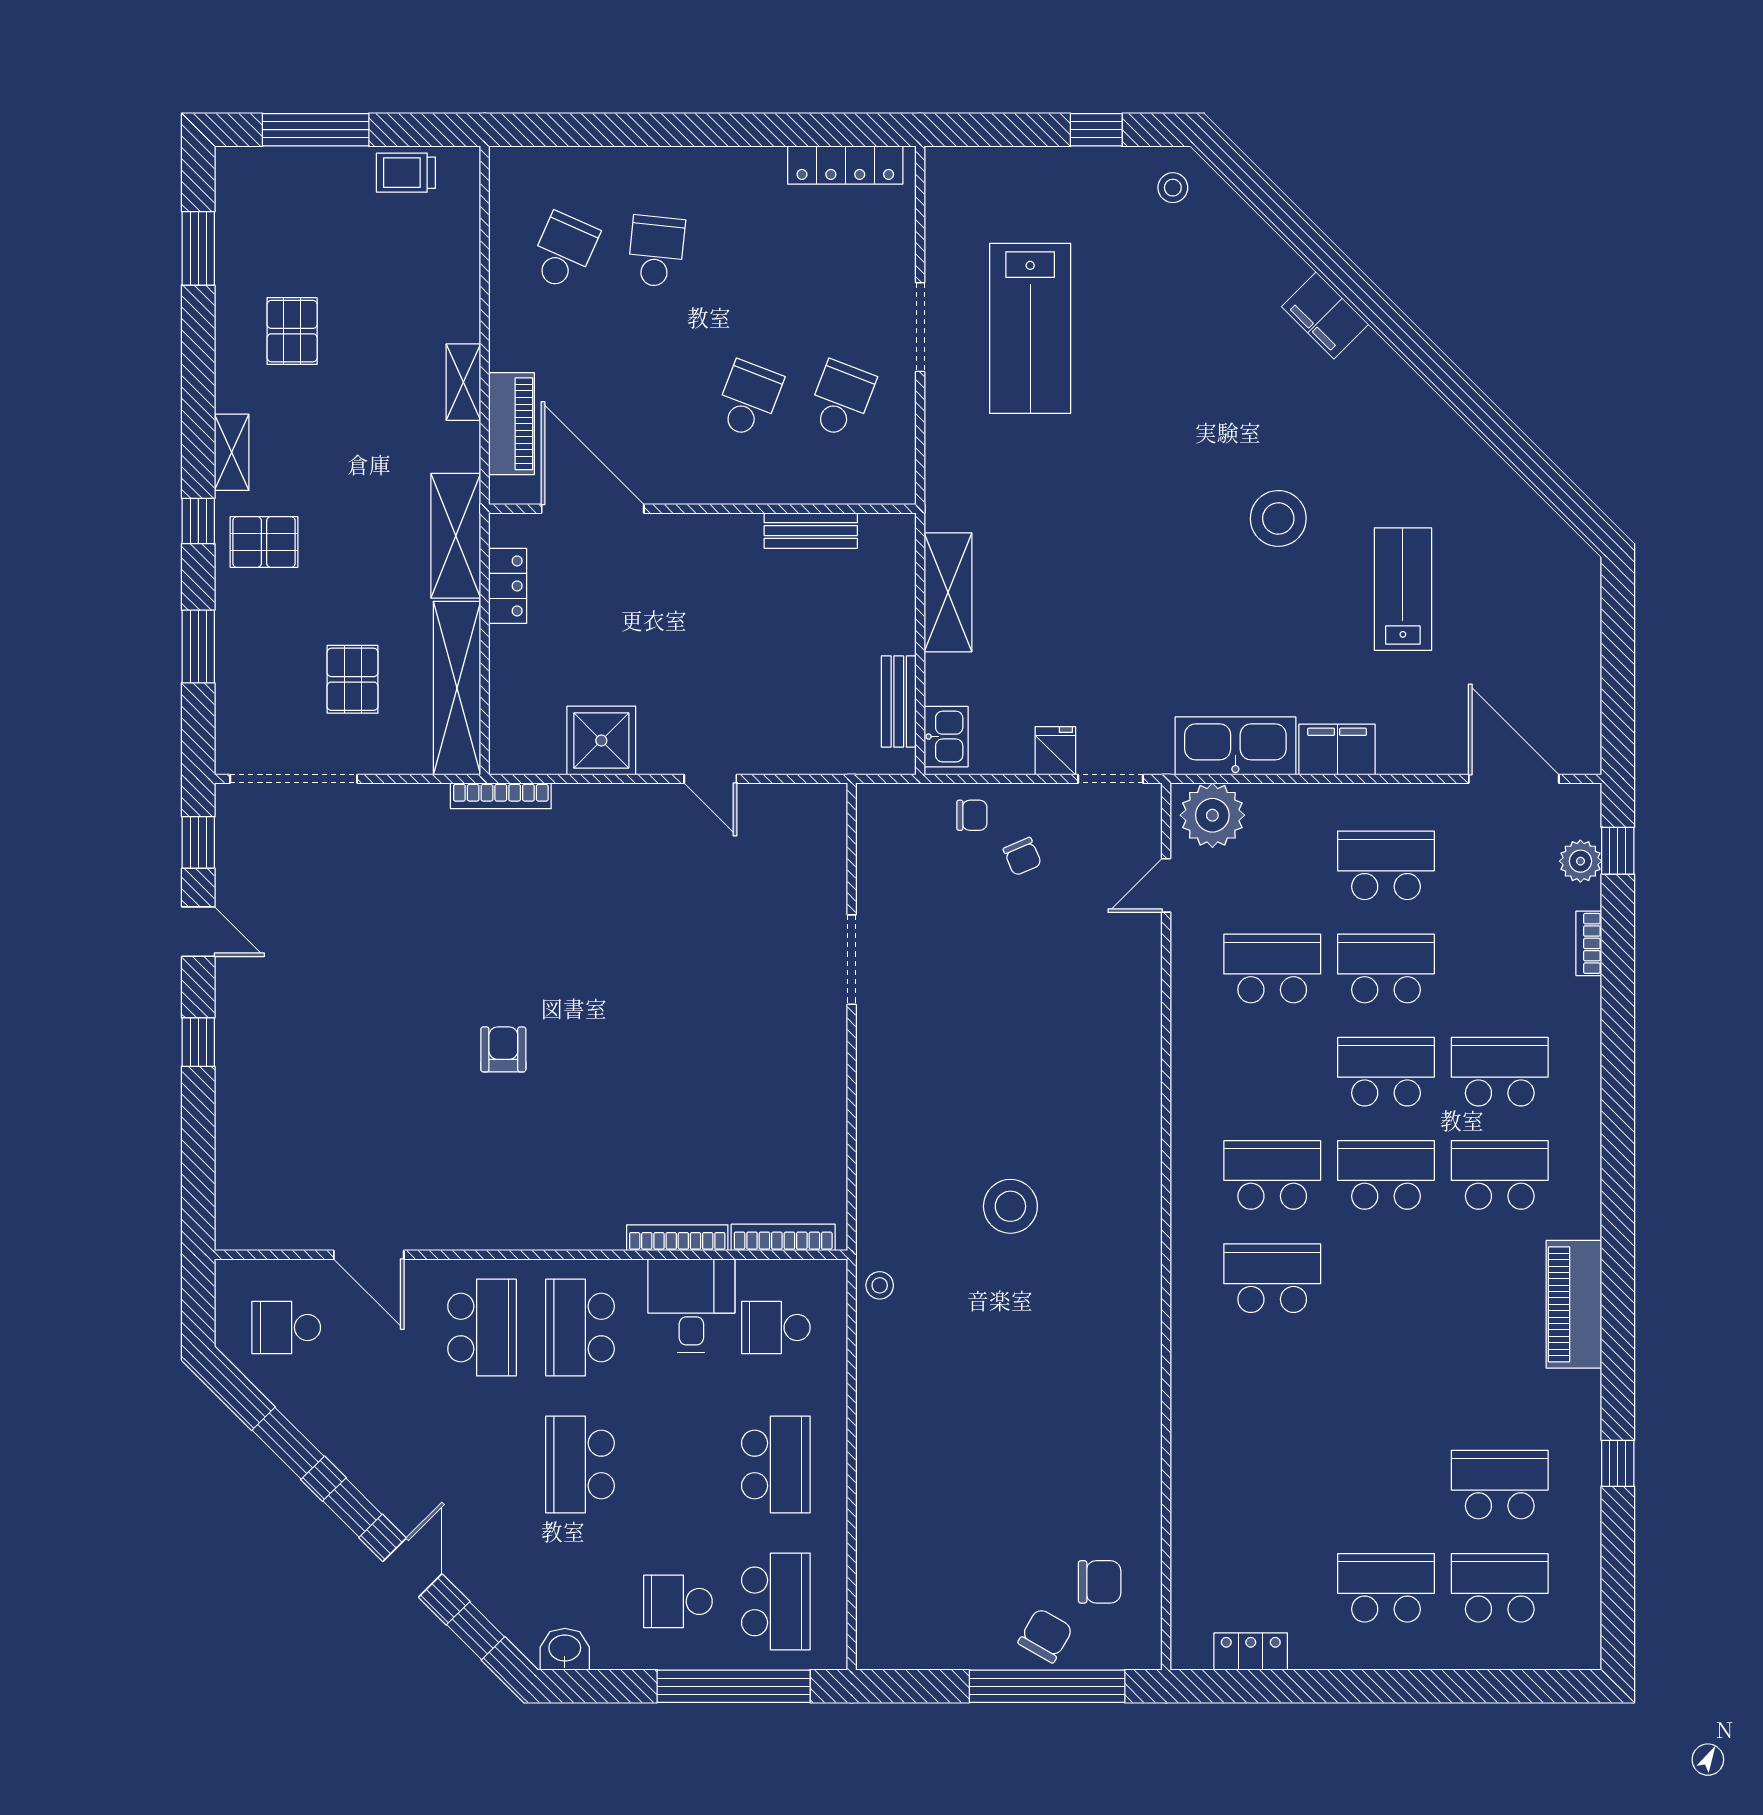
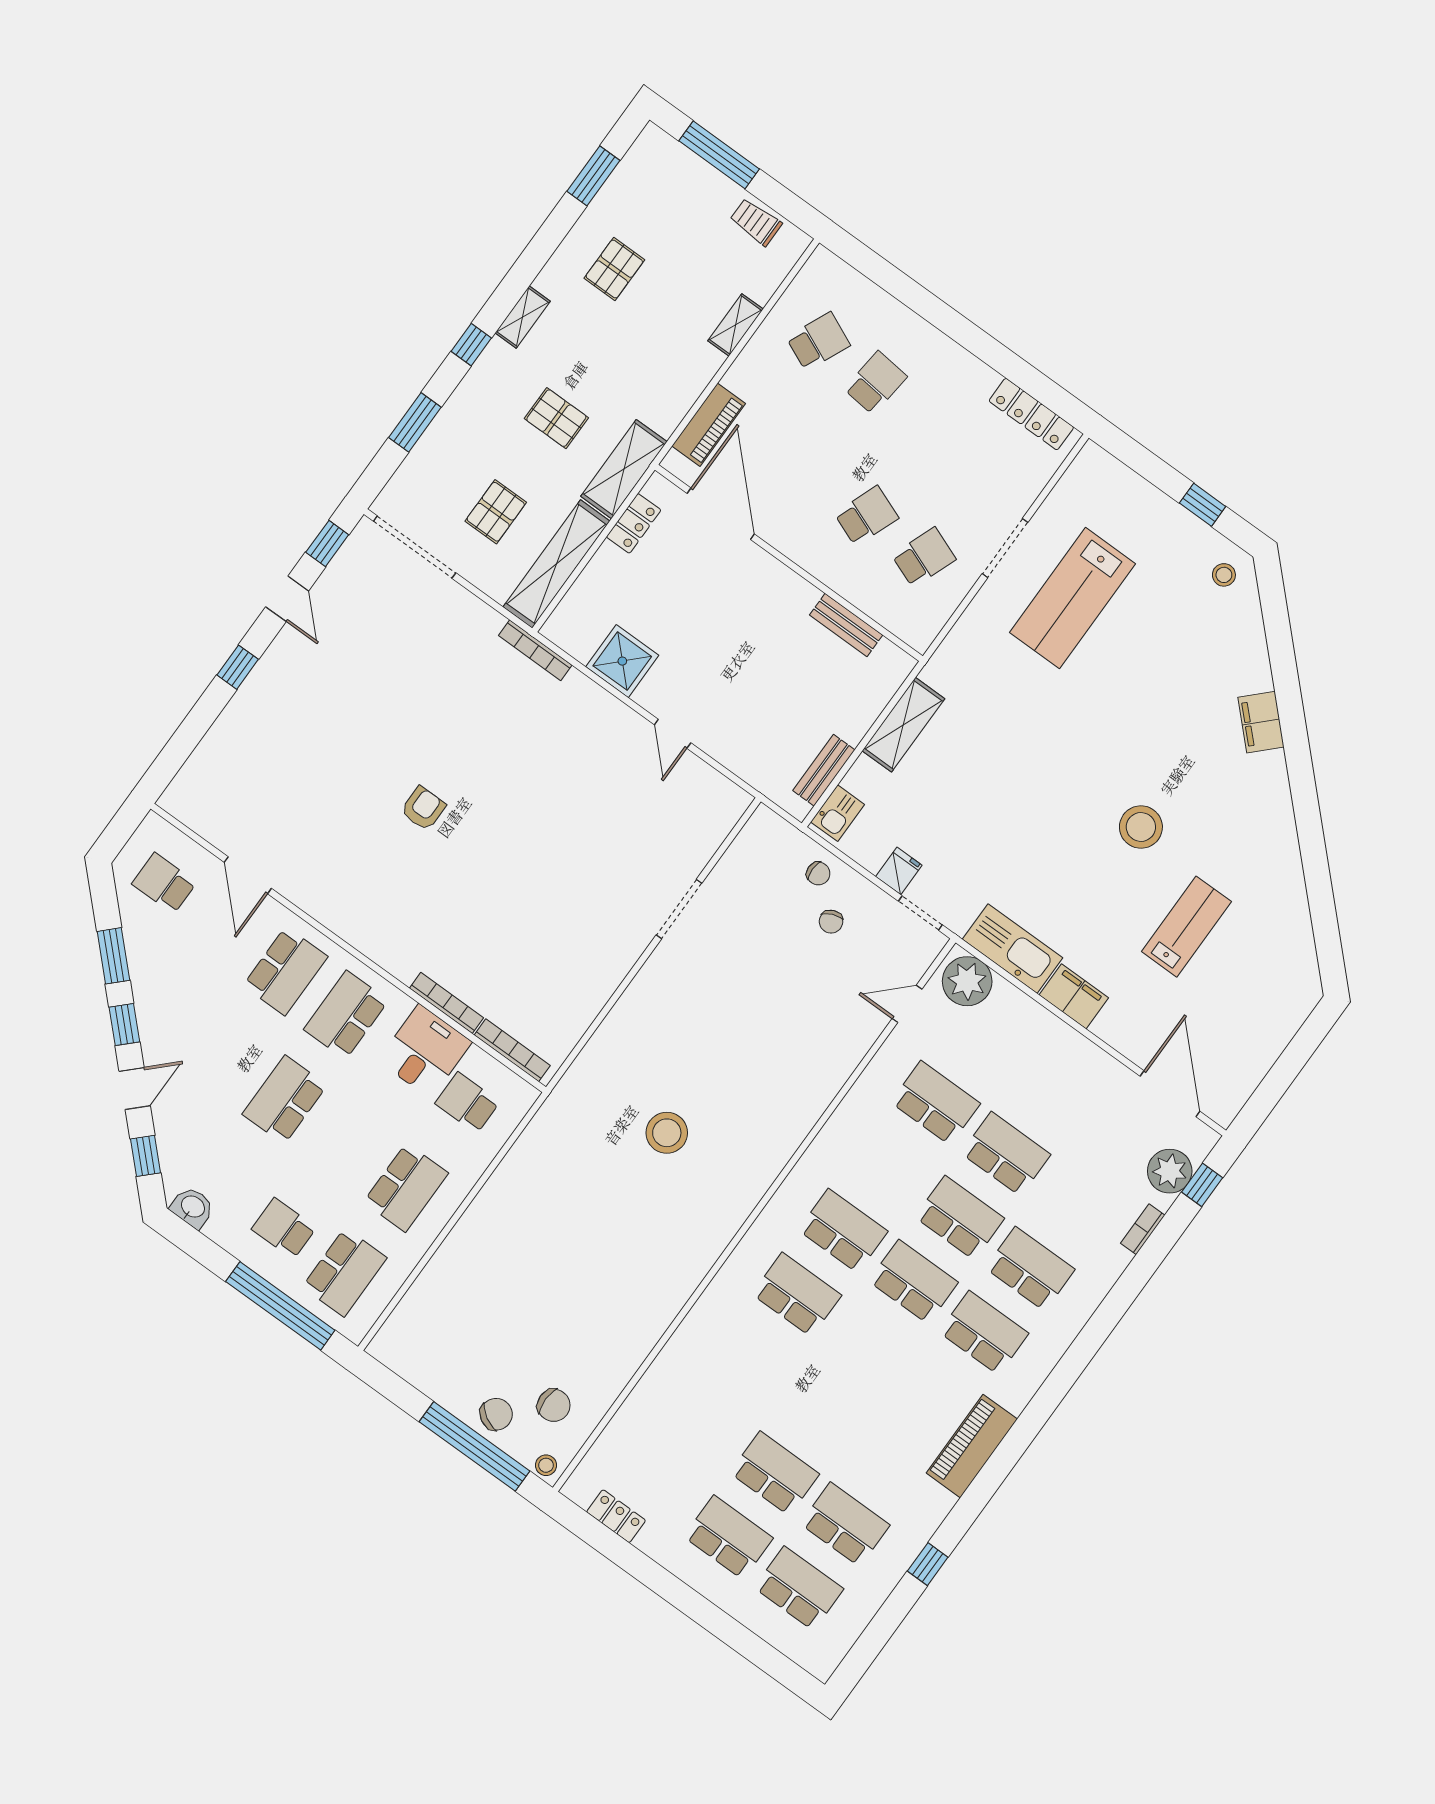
shelving: (463, 382) -> (736, 325), moved
pallet: (264, 542) -> (556, 418), moved
plant: (1580, 861) -> (1170, 1171), width x1.36, depth x1.36
school desk: (1386, 865) -> (775, 1473), moved
stool: (880, 1285) -> (546, 1465), moved

